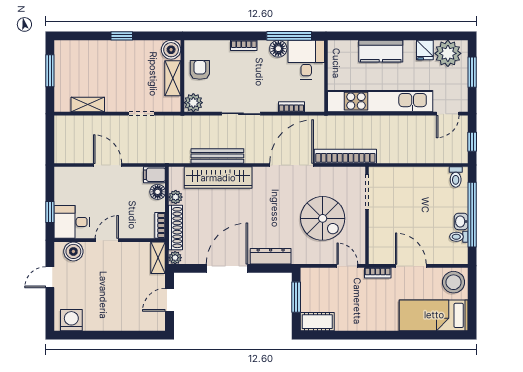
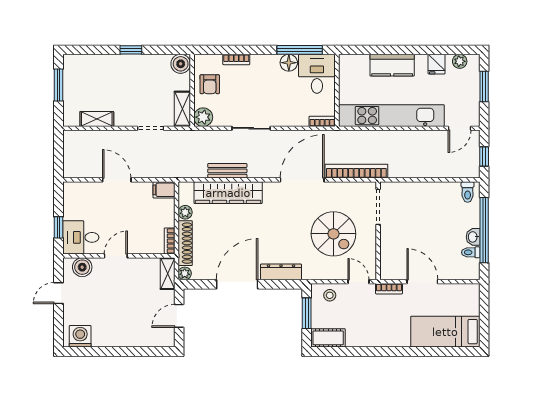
bookcase: (244, 45) -> (236, 59), moved
plant: (448, 53) -> (460, 61), width x0.53, depth x0.53
armchair: (200, 70) -> (210, 84), turned 180
shelving: (173, 78) -> (182, 109), moved
bookcase: (291, 107) -> (322, 121), moved
bench: (217, 156) -> (227, 171), width x0.73
floor lamp: (158, 192) -> (167, 207), removed
stool: (454, 282) -> (330, 295), moved, width x0.53, depth x0.53

